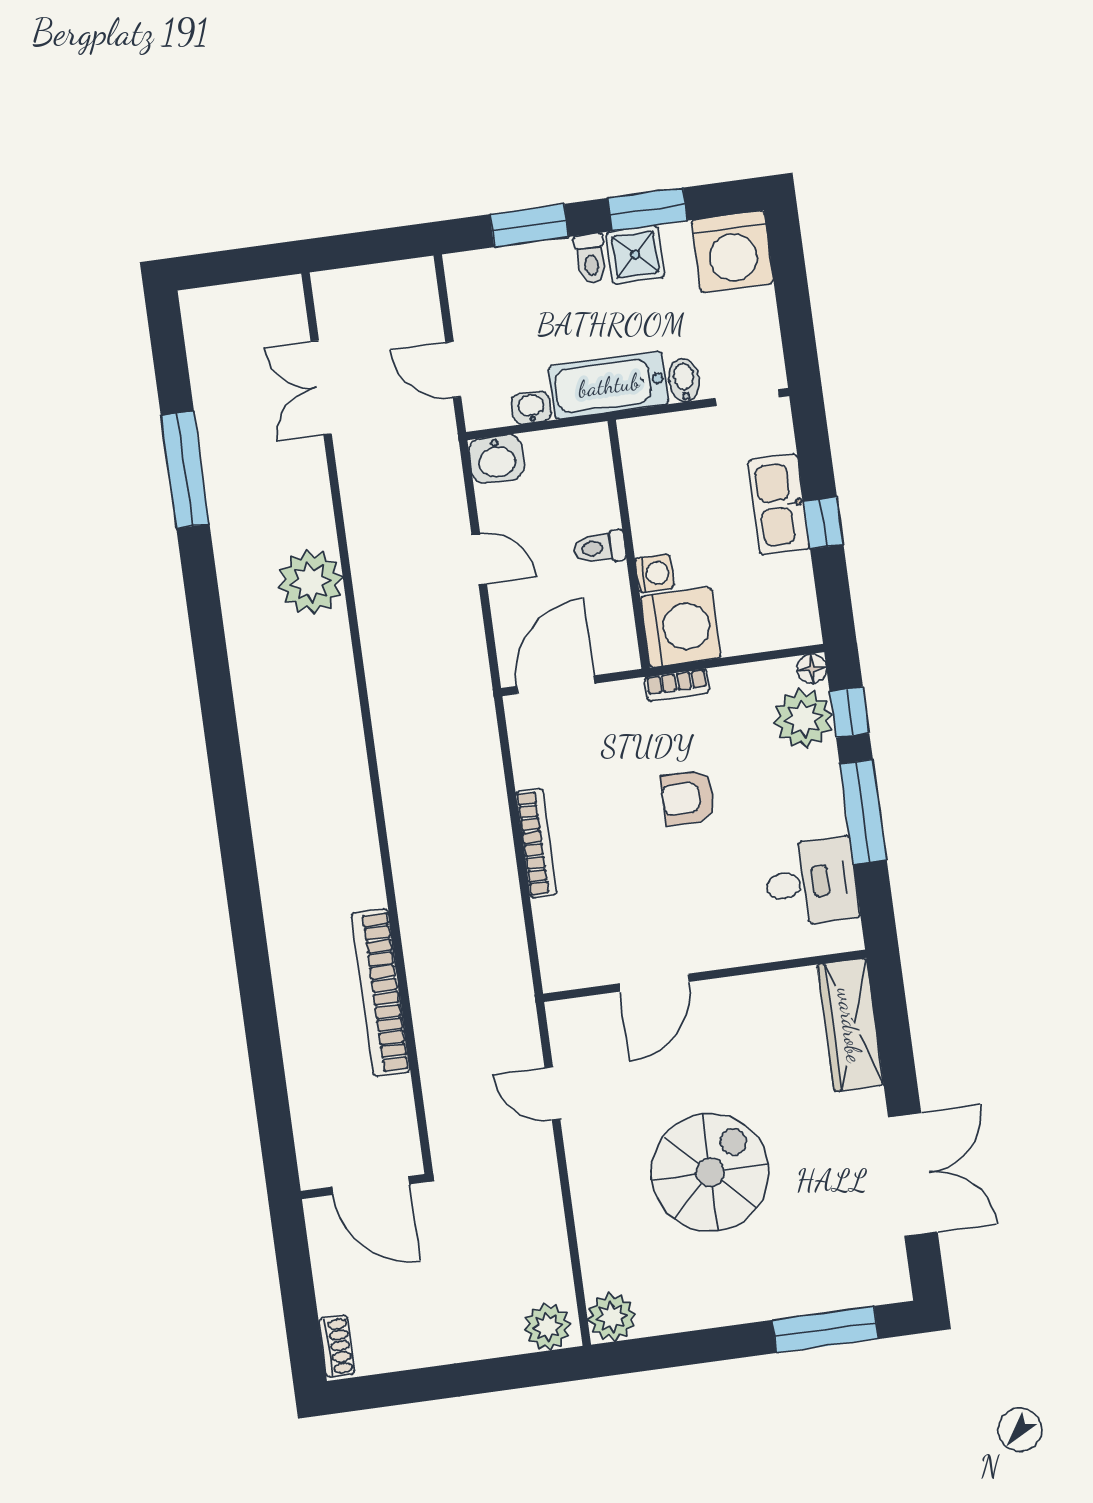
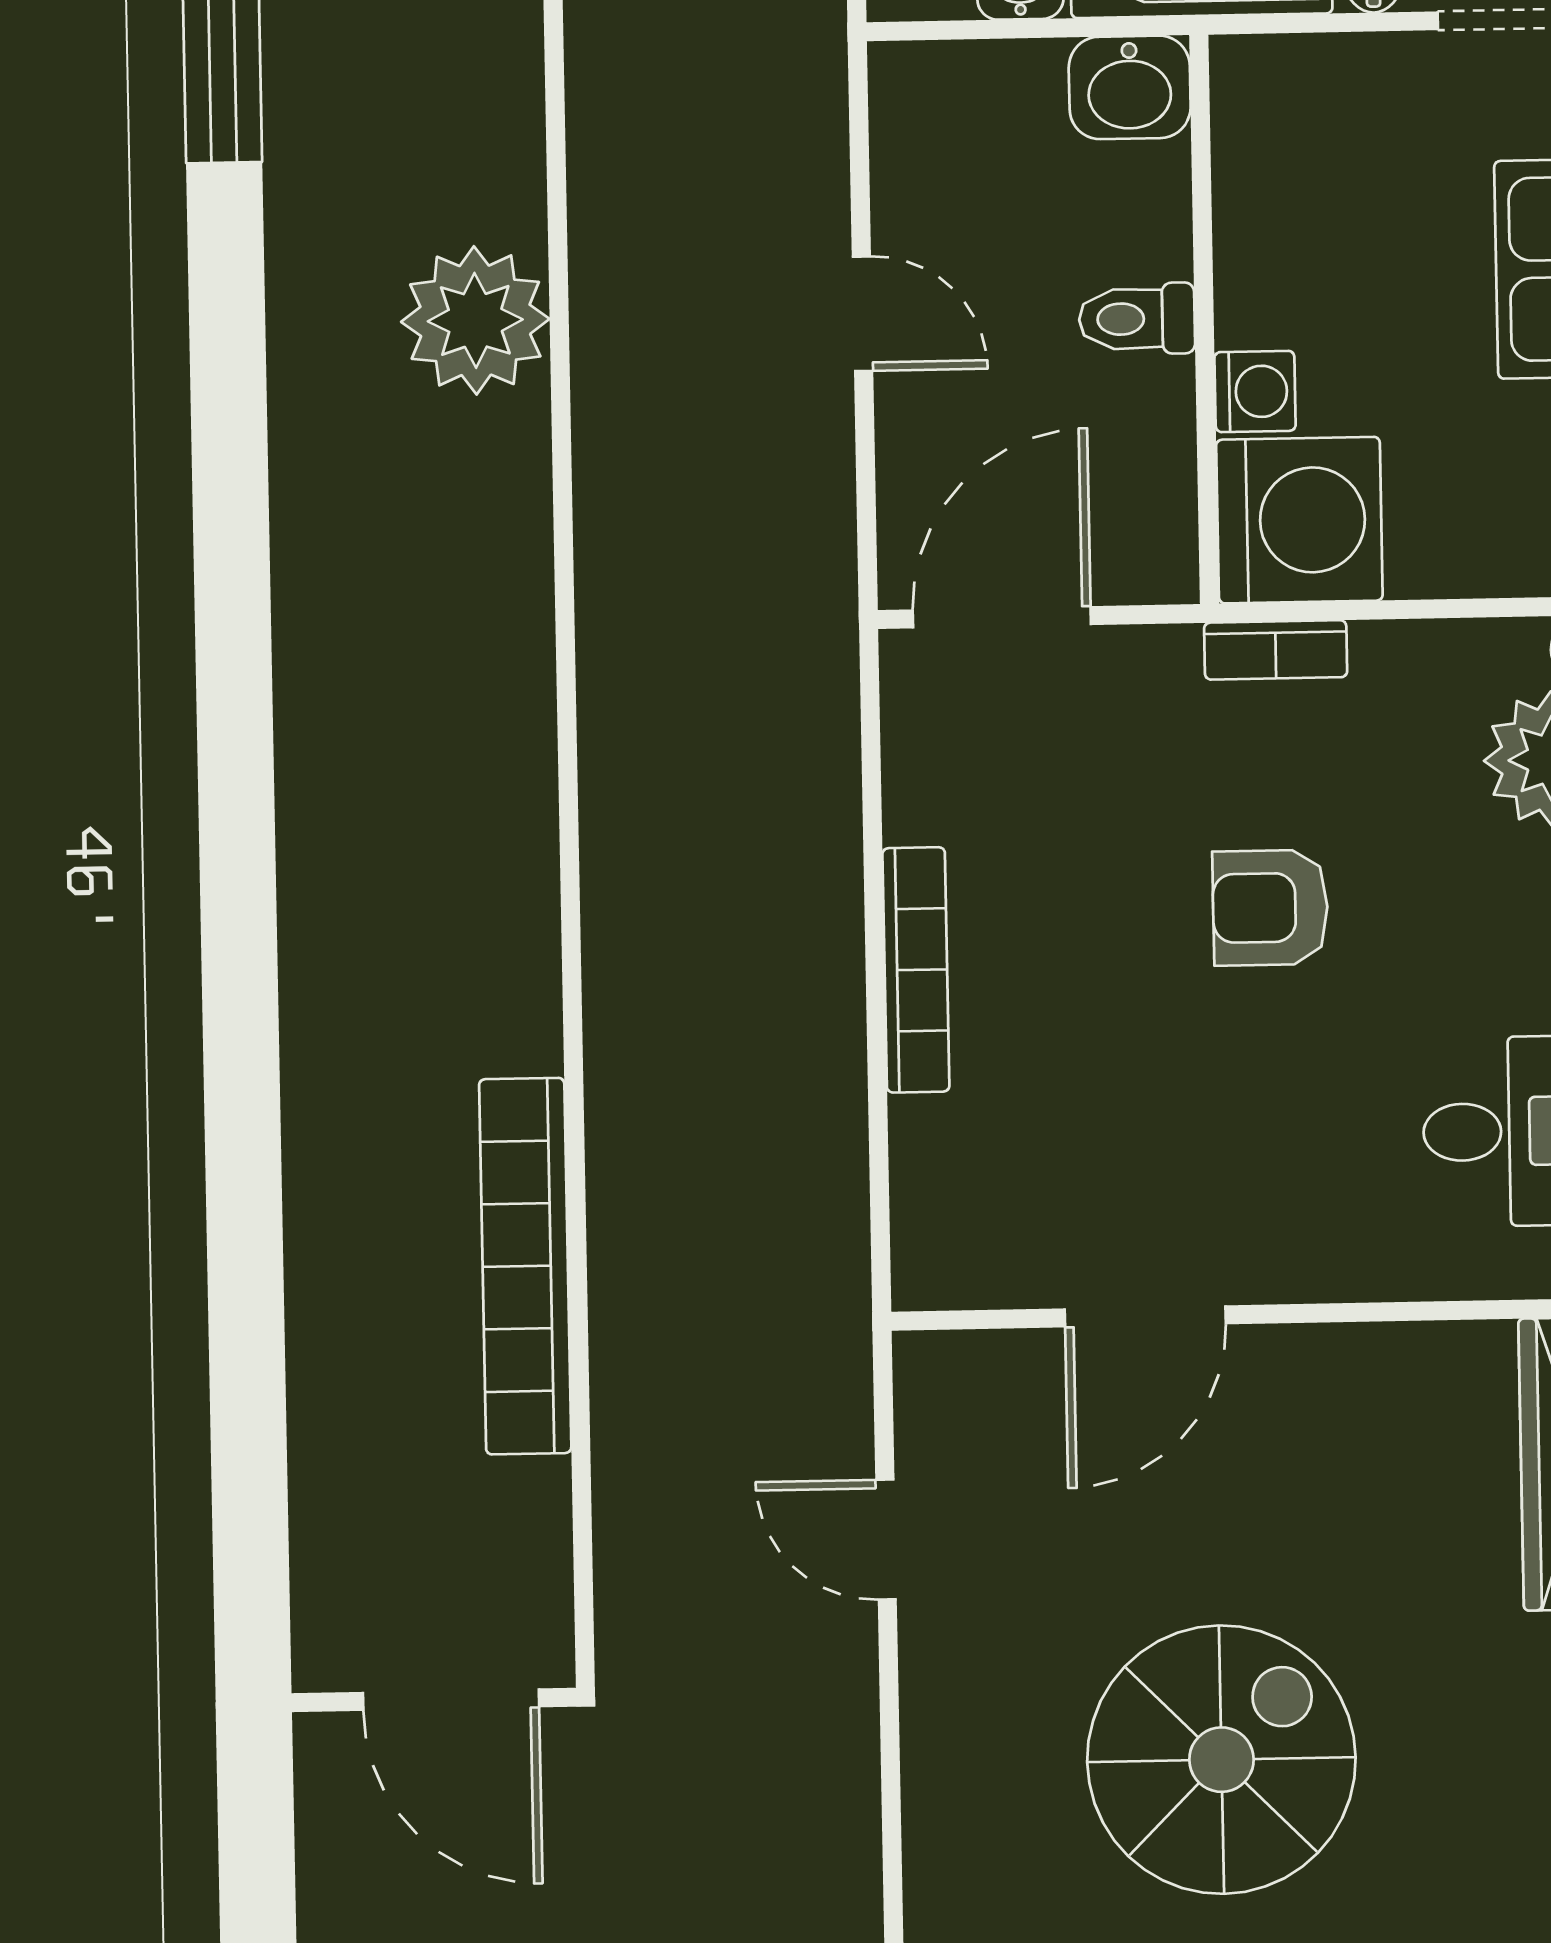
washbasin: (497, 459) -> (1130, 87), moved

